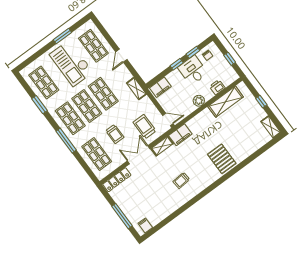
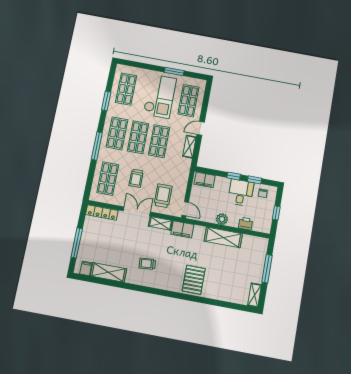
checkout: (71, 63) -> (160, 96), turned 180
shelving: (136, 89) -> (189, 147), moved
shelving: (226, 102) -> (223, 237), moved
window: (261, 102) -> (267, 269), width x2.17
shelving: (162, 212) -> (108, 272), added

